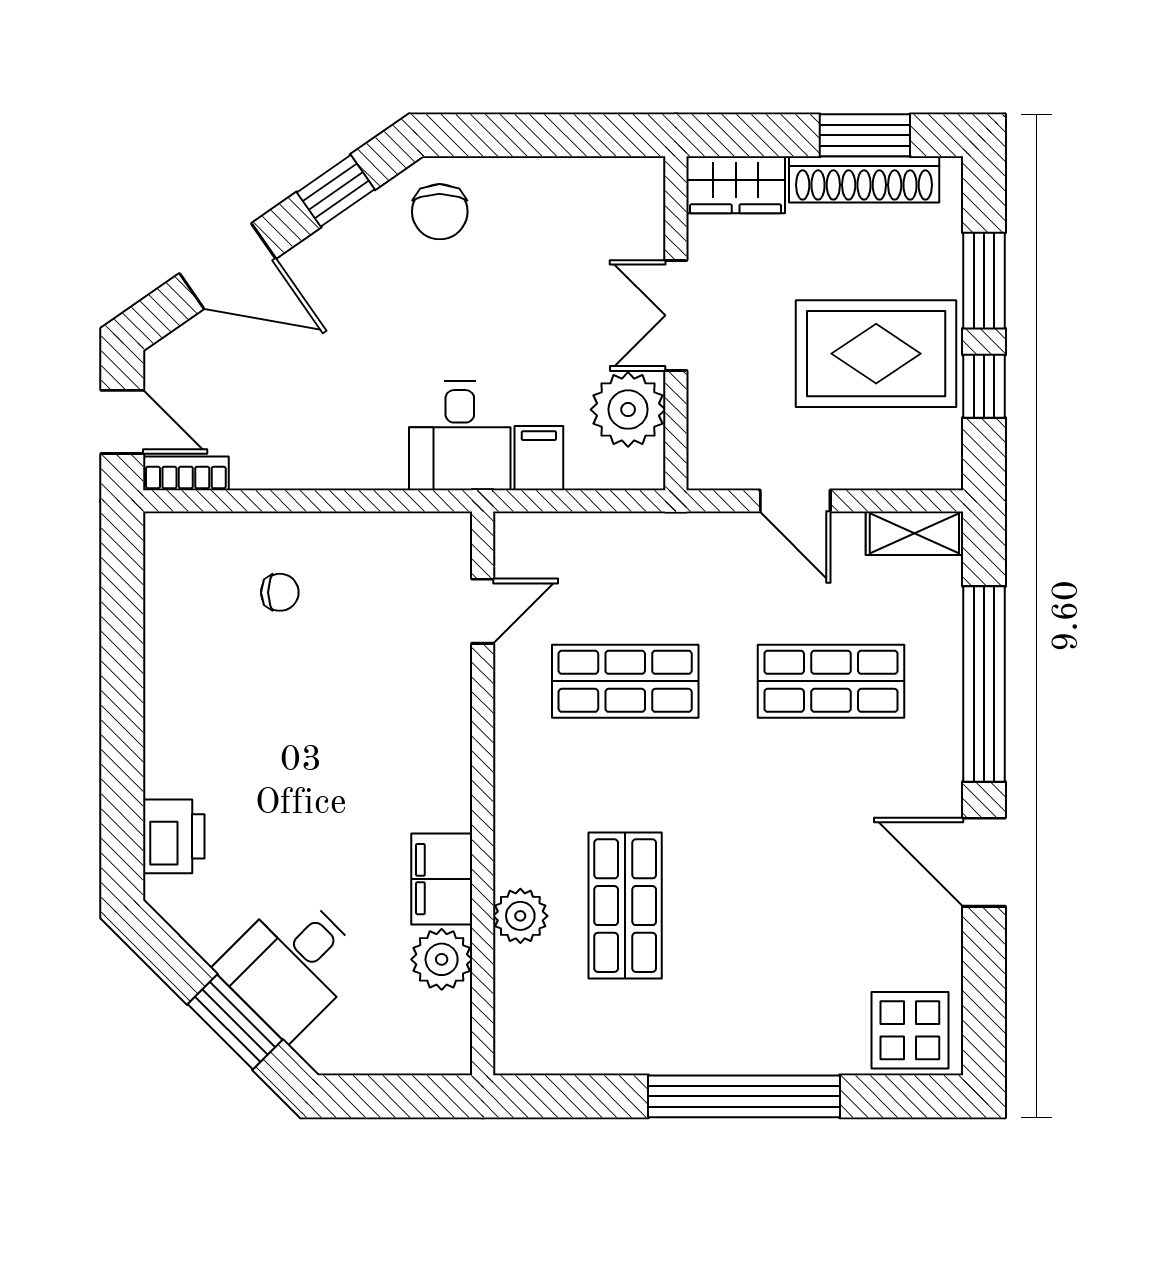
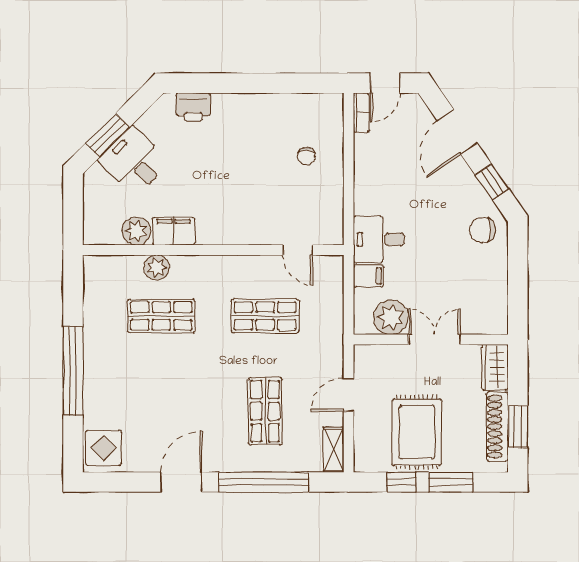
shop shelf: (625, 681) -> (265, 316), turned 90

